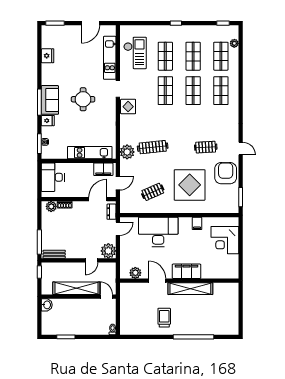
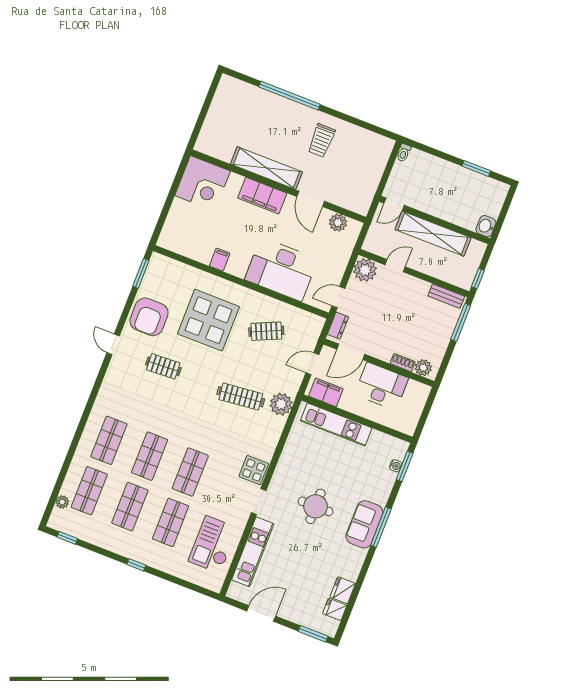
fridge: (48, 121) -> (335, 609), moved
desk: (53, 177) -> (382, 386), moved, turned -90
corner desk: (225, 240) -> (203, 183), moved, turned 90
door: (106, 297) -> (394, 204), hinge flipped

